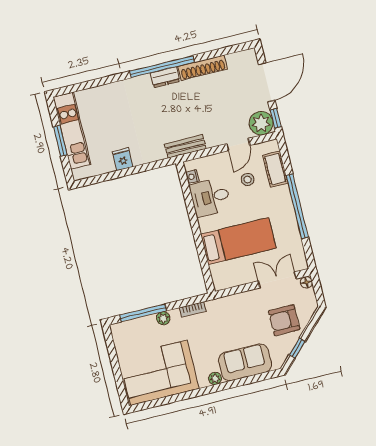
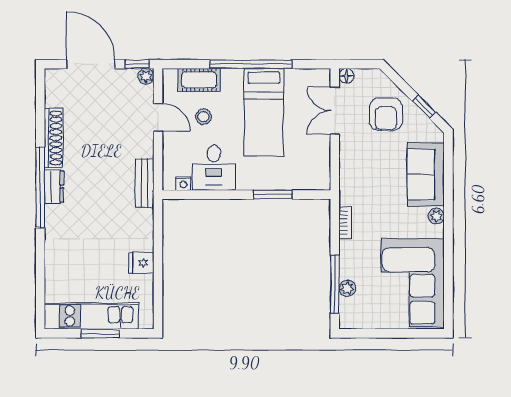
plant: (261, 123) -> (146, 76), width x0.53, depth x0.53
bed: (238, 241) -> (264, 112), moved, turned 180
window: (200, 248) -> (273, 195), added
plant: (163, 318) -> (347, 288), moved

